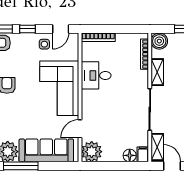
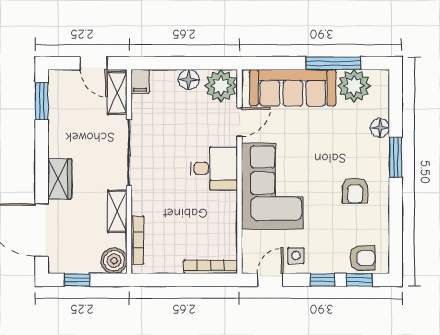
desk: (96, 75) -> (214, 168), moved
floor lamp: (130, 155) -> (189, 80), moved

